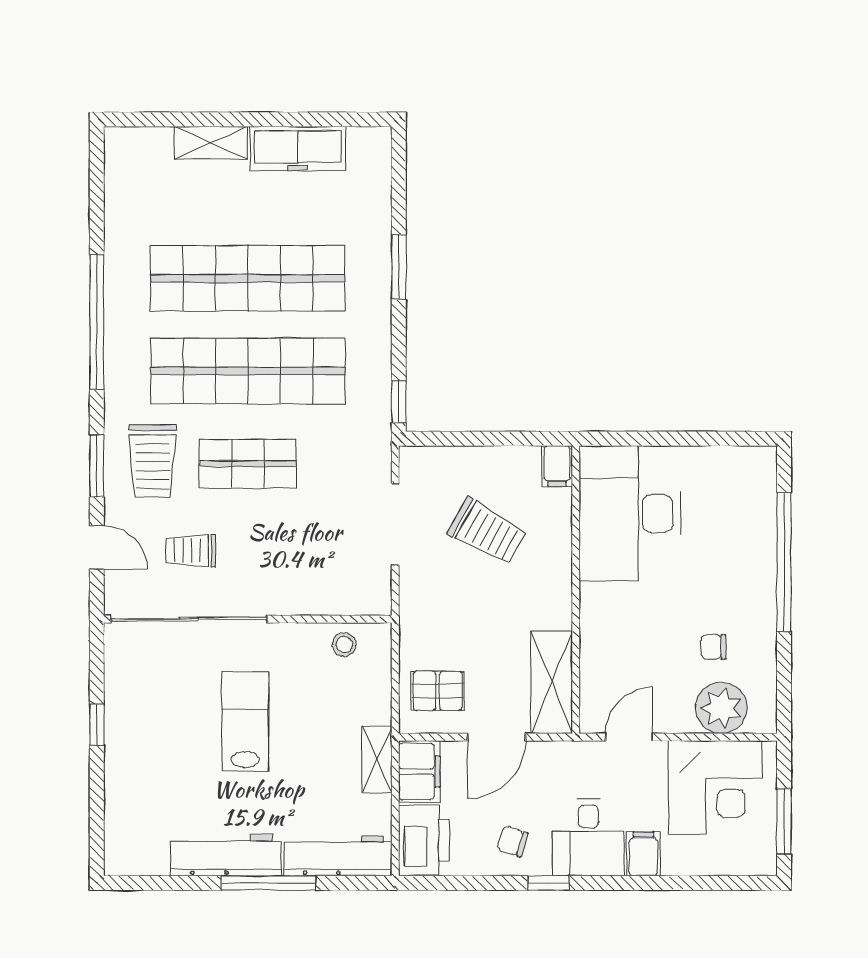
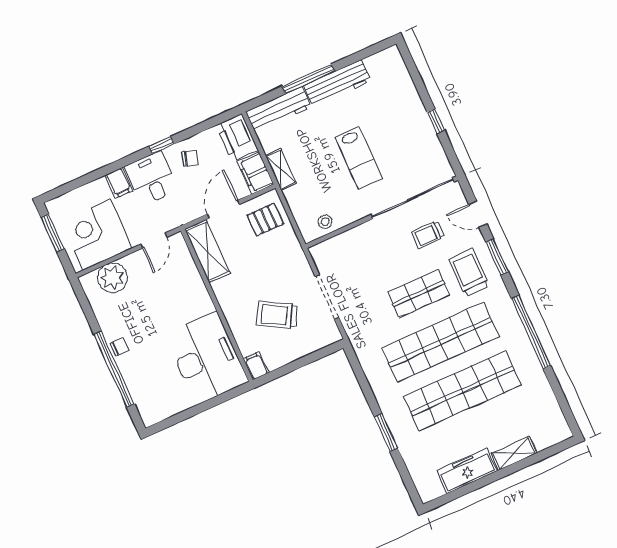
window: (399, 402) -> (354, 362), removed
trolley: (191, 551) -> (428, 235), turned 180
chair: (714, 647) -> (119, 347), moved

